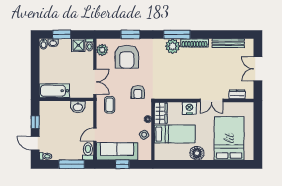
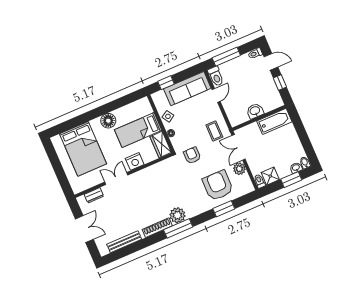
plant: (102, 50) -> (239, 169), moved
washbasin: (78, 107) -> (255, 111), moved
window: (122, 164) -> (166, 83), moved

